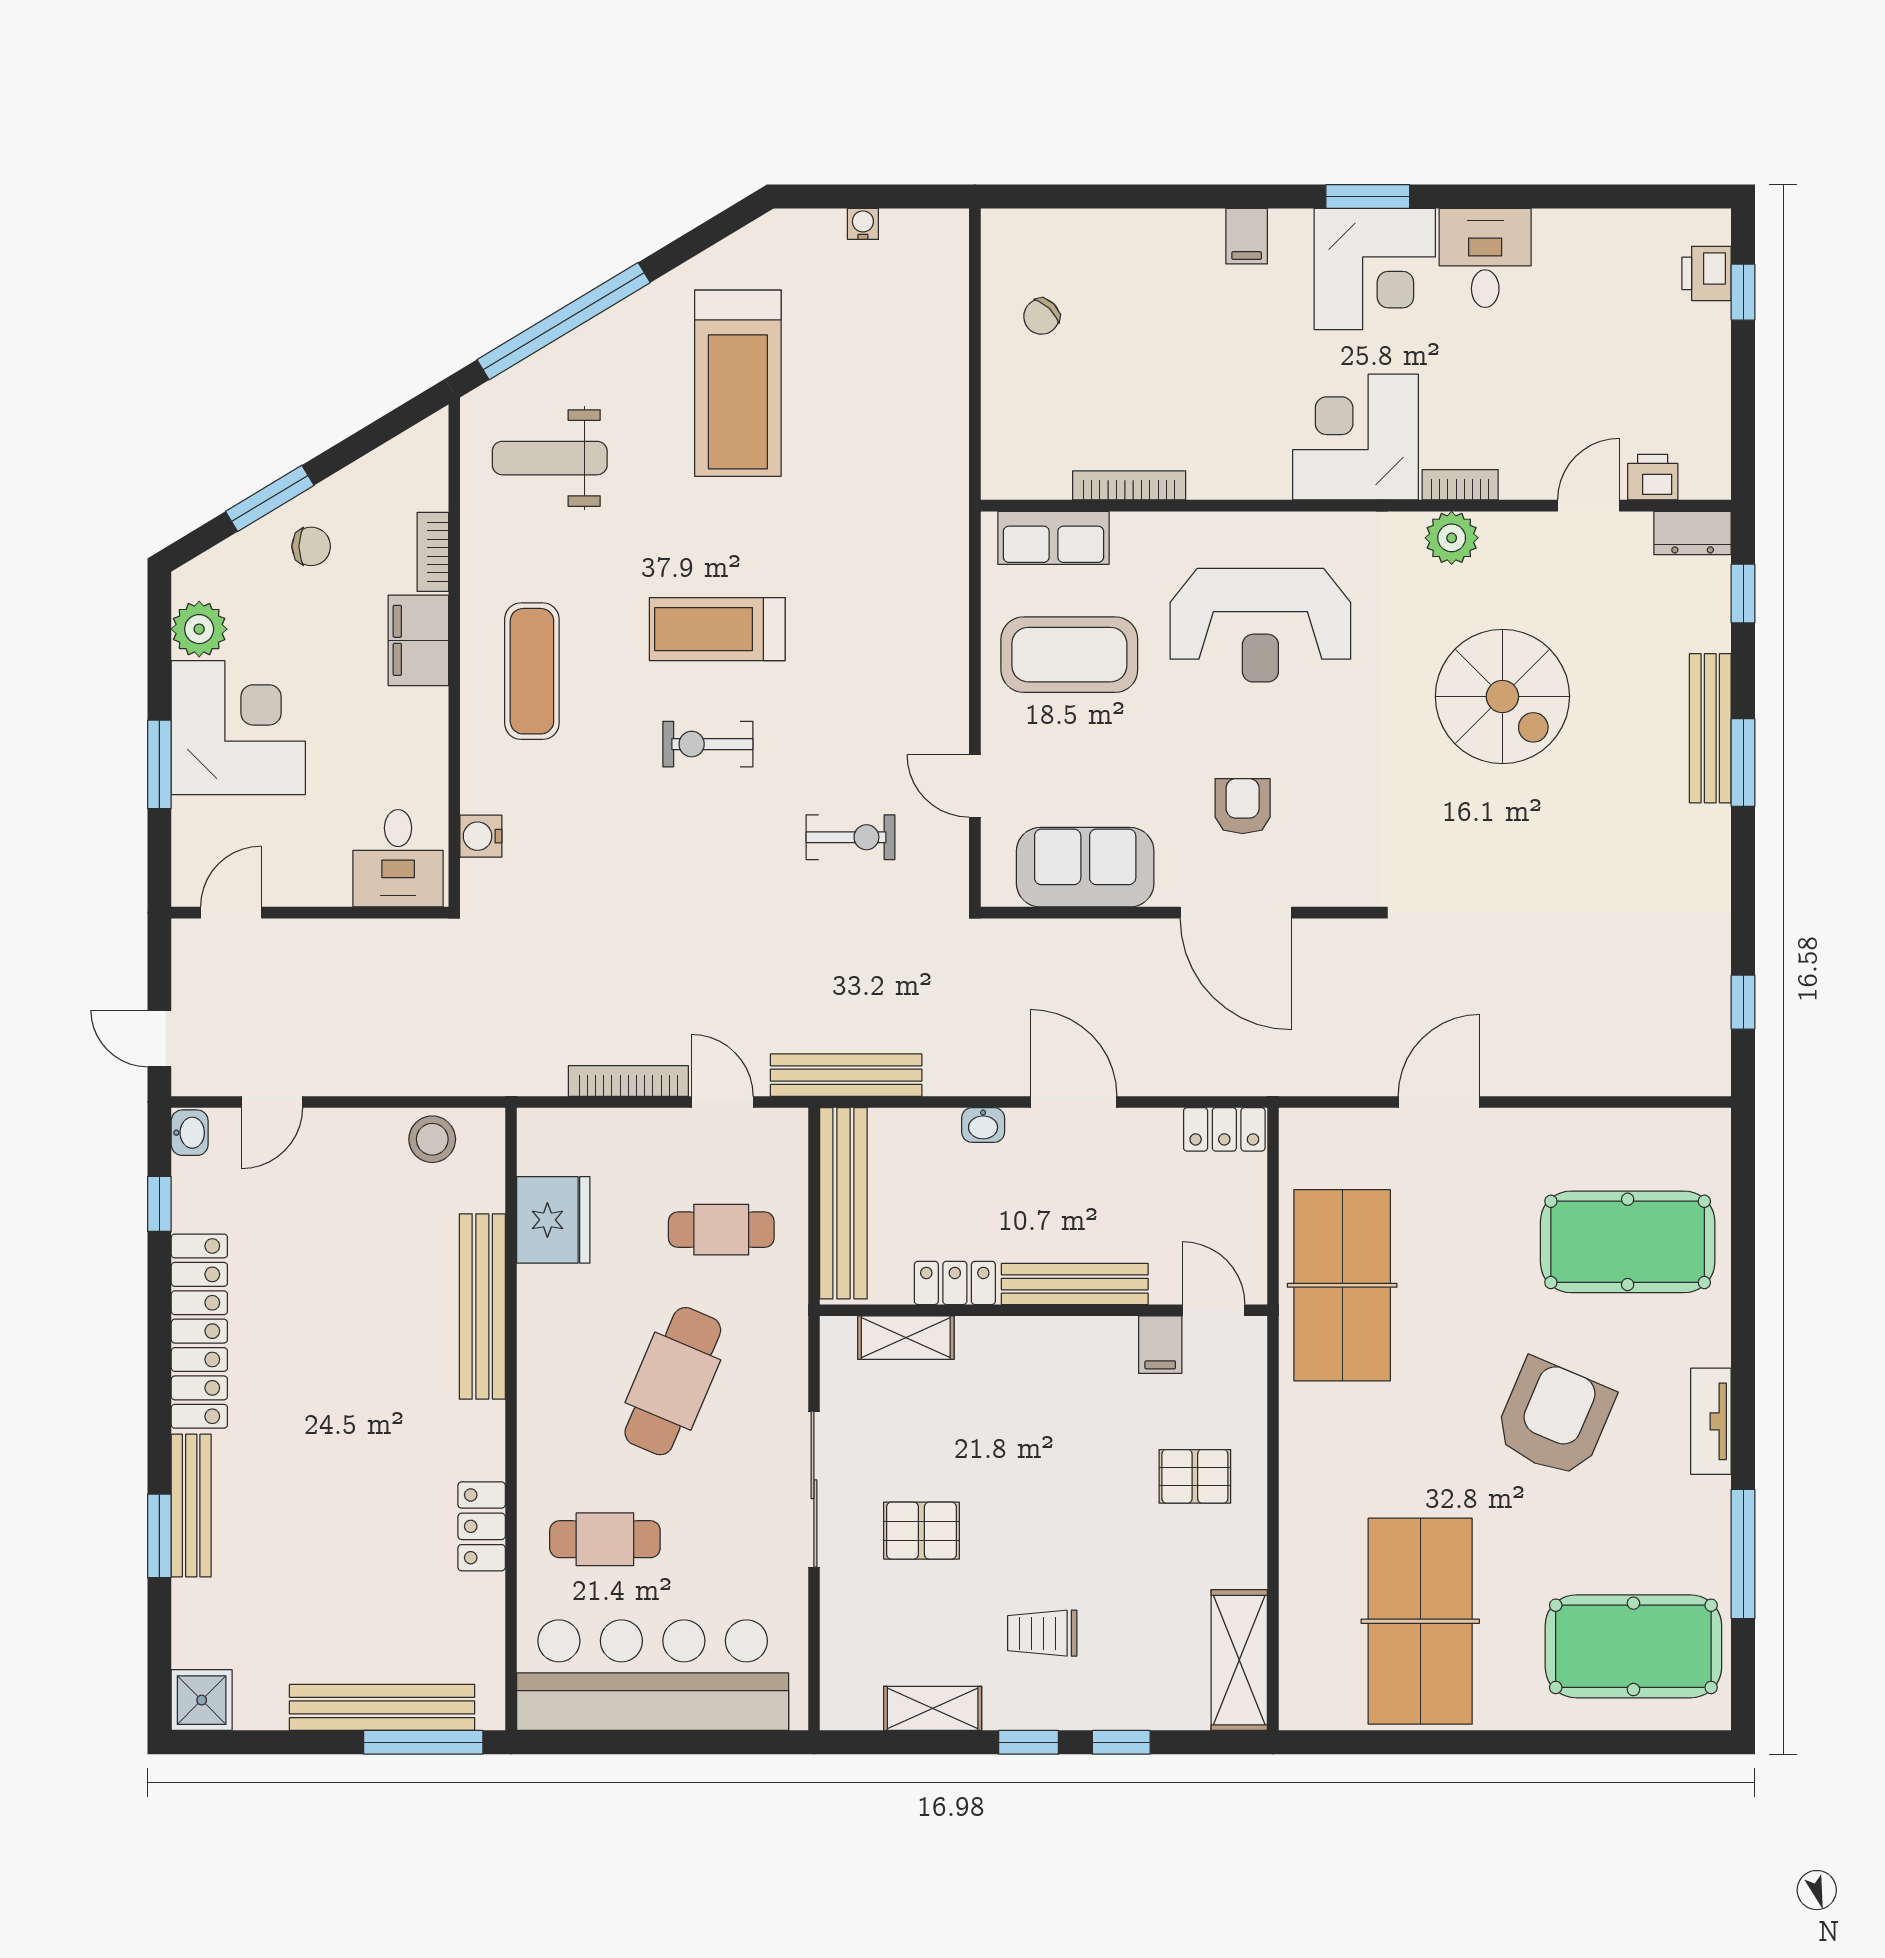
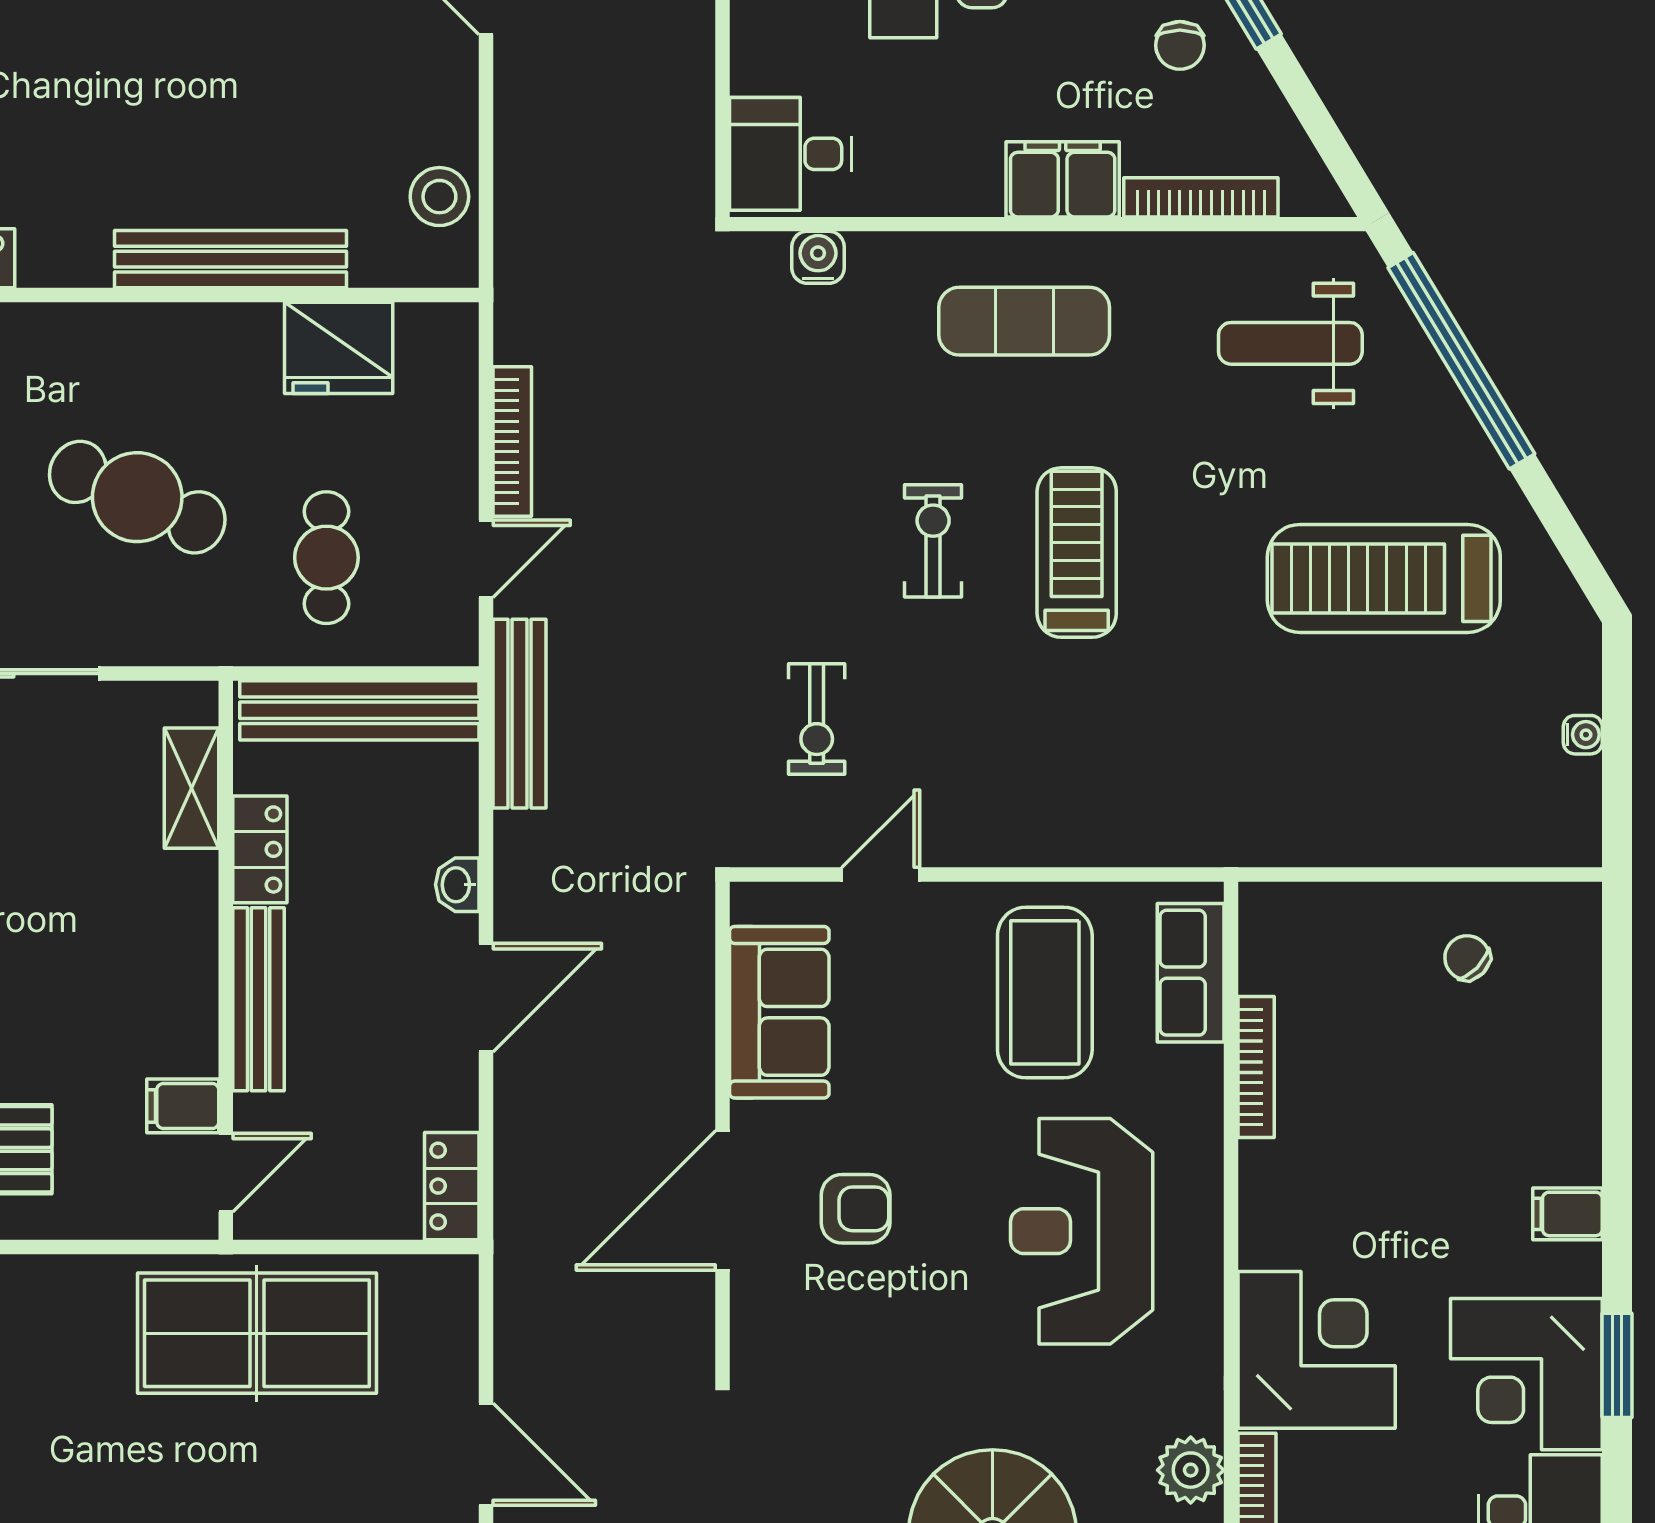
weight bench: (550, 458) -> (1290, 343), turned -90
bookcase: (433, 552) -> (1201, 197), width x1.56

